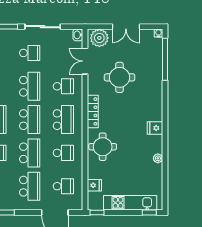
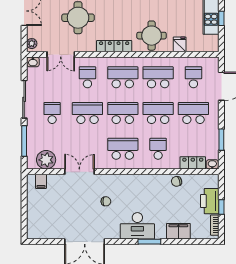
plant: (99, 38) -> (32, 44), width x0.53, depth x0.53
school desk: (63, 153) -> (158, 77), width x1.85
fridge: (94, 185) -> (180, 44), moved
window: (97, 213) -> (221, 18), moved

